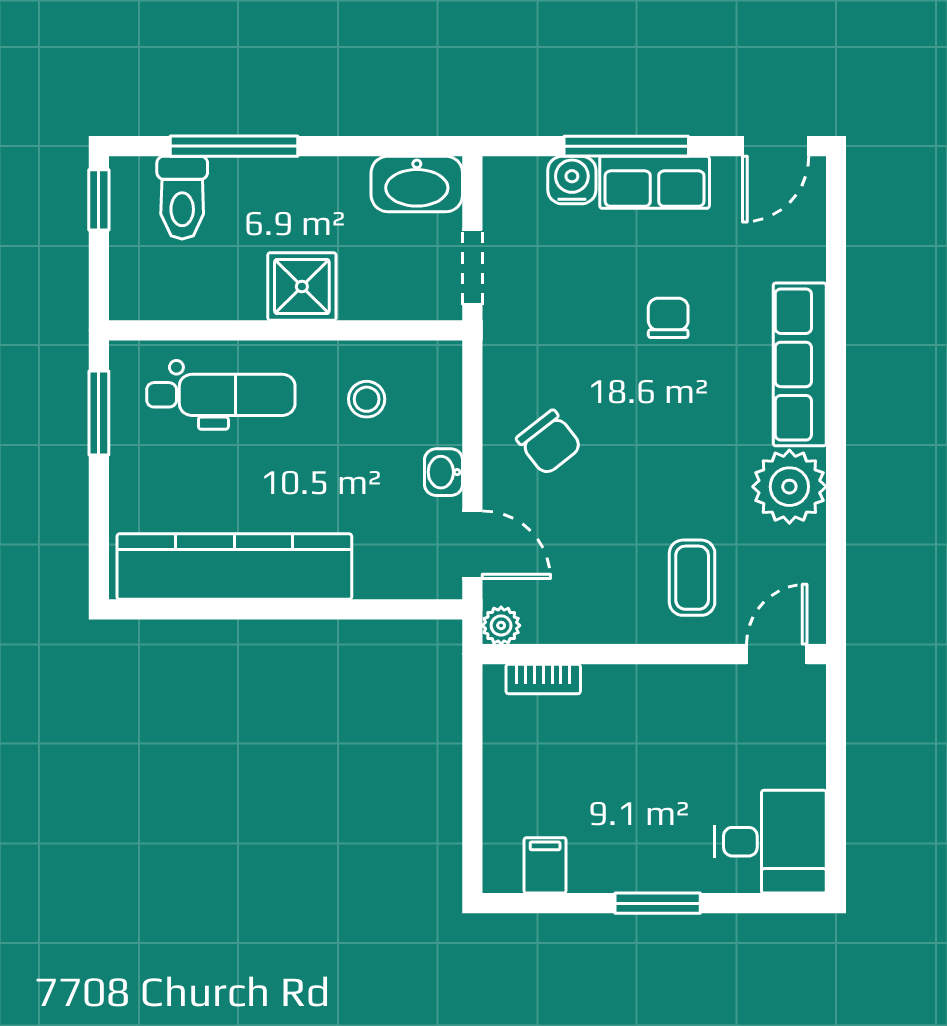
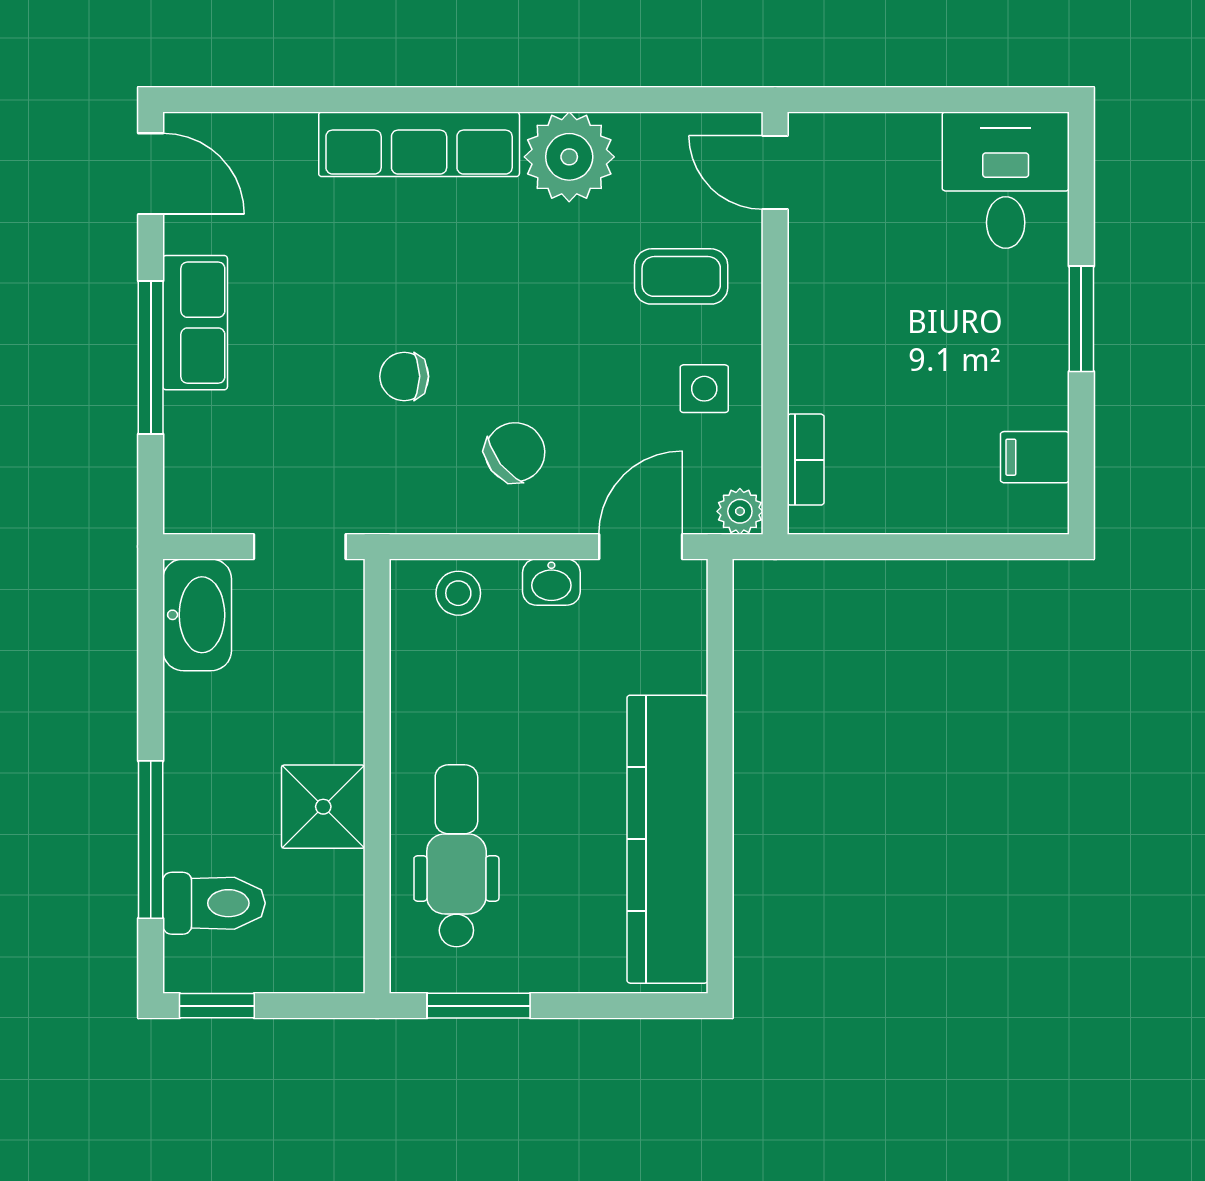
water cooler: (572, 180) -> (192, 424), removed
shower: (302, 287) -> (323, 807), moved
chair: (668, 318) -> (404, 376), moved
stool: (367, 399) -> (458, 593), moved
side table: (601, 596) -> (704, 389), added

